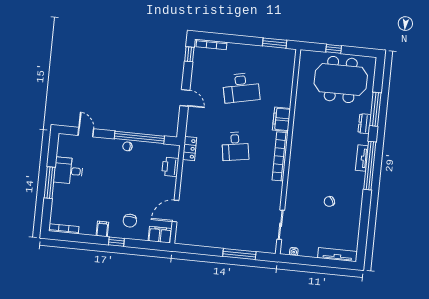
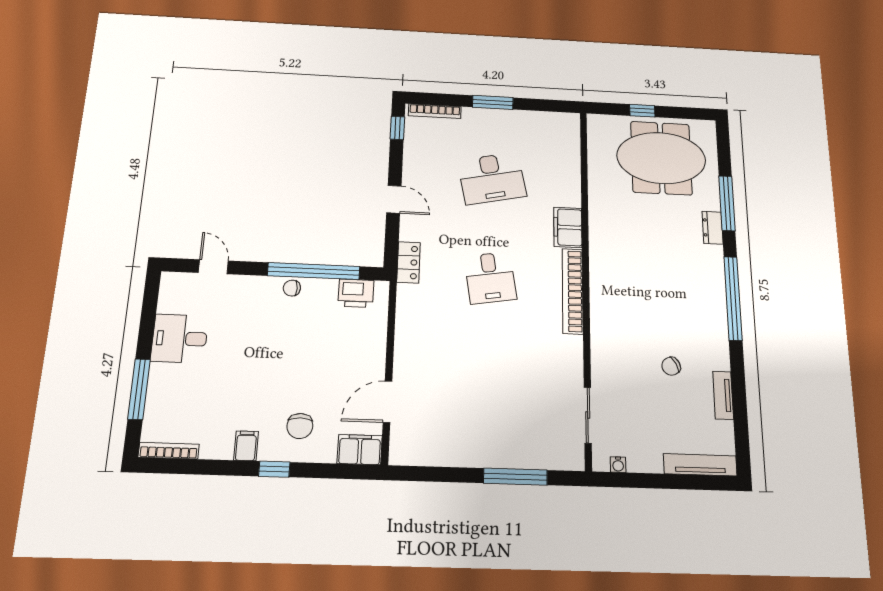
window: (275, 43) -> (493, 102), moved
locker: (190, 149) -> (409, 262), moved
tv unit: (362, 158) -> (723, 395), moved
printer: (170, 167) -> (356, 293), moved, turned -90
window: (50, 183) -> (139, 389), moved

